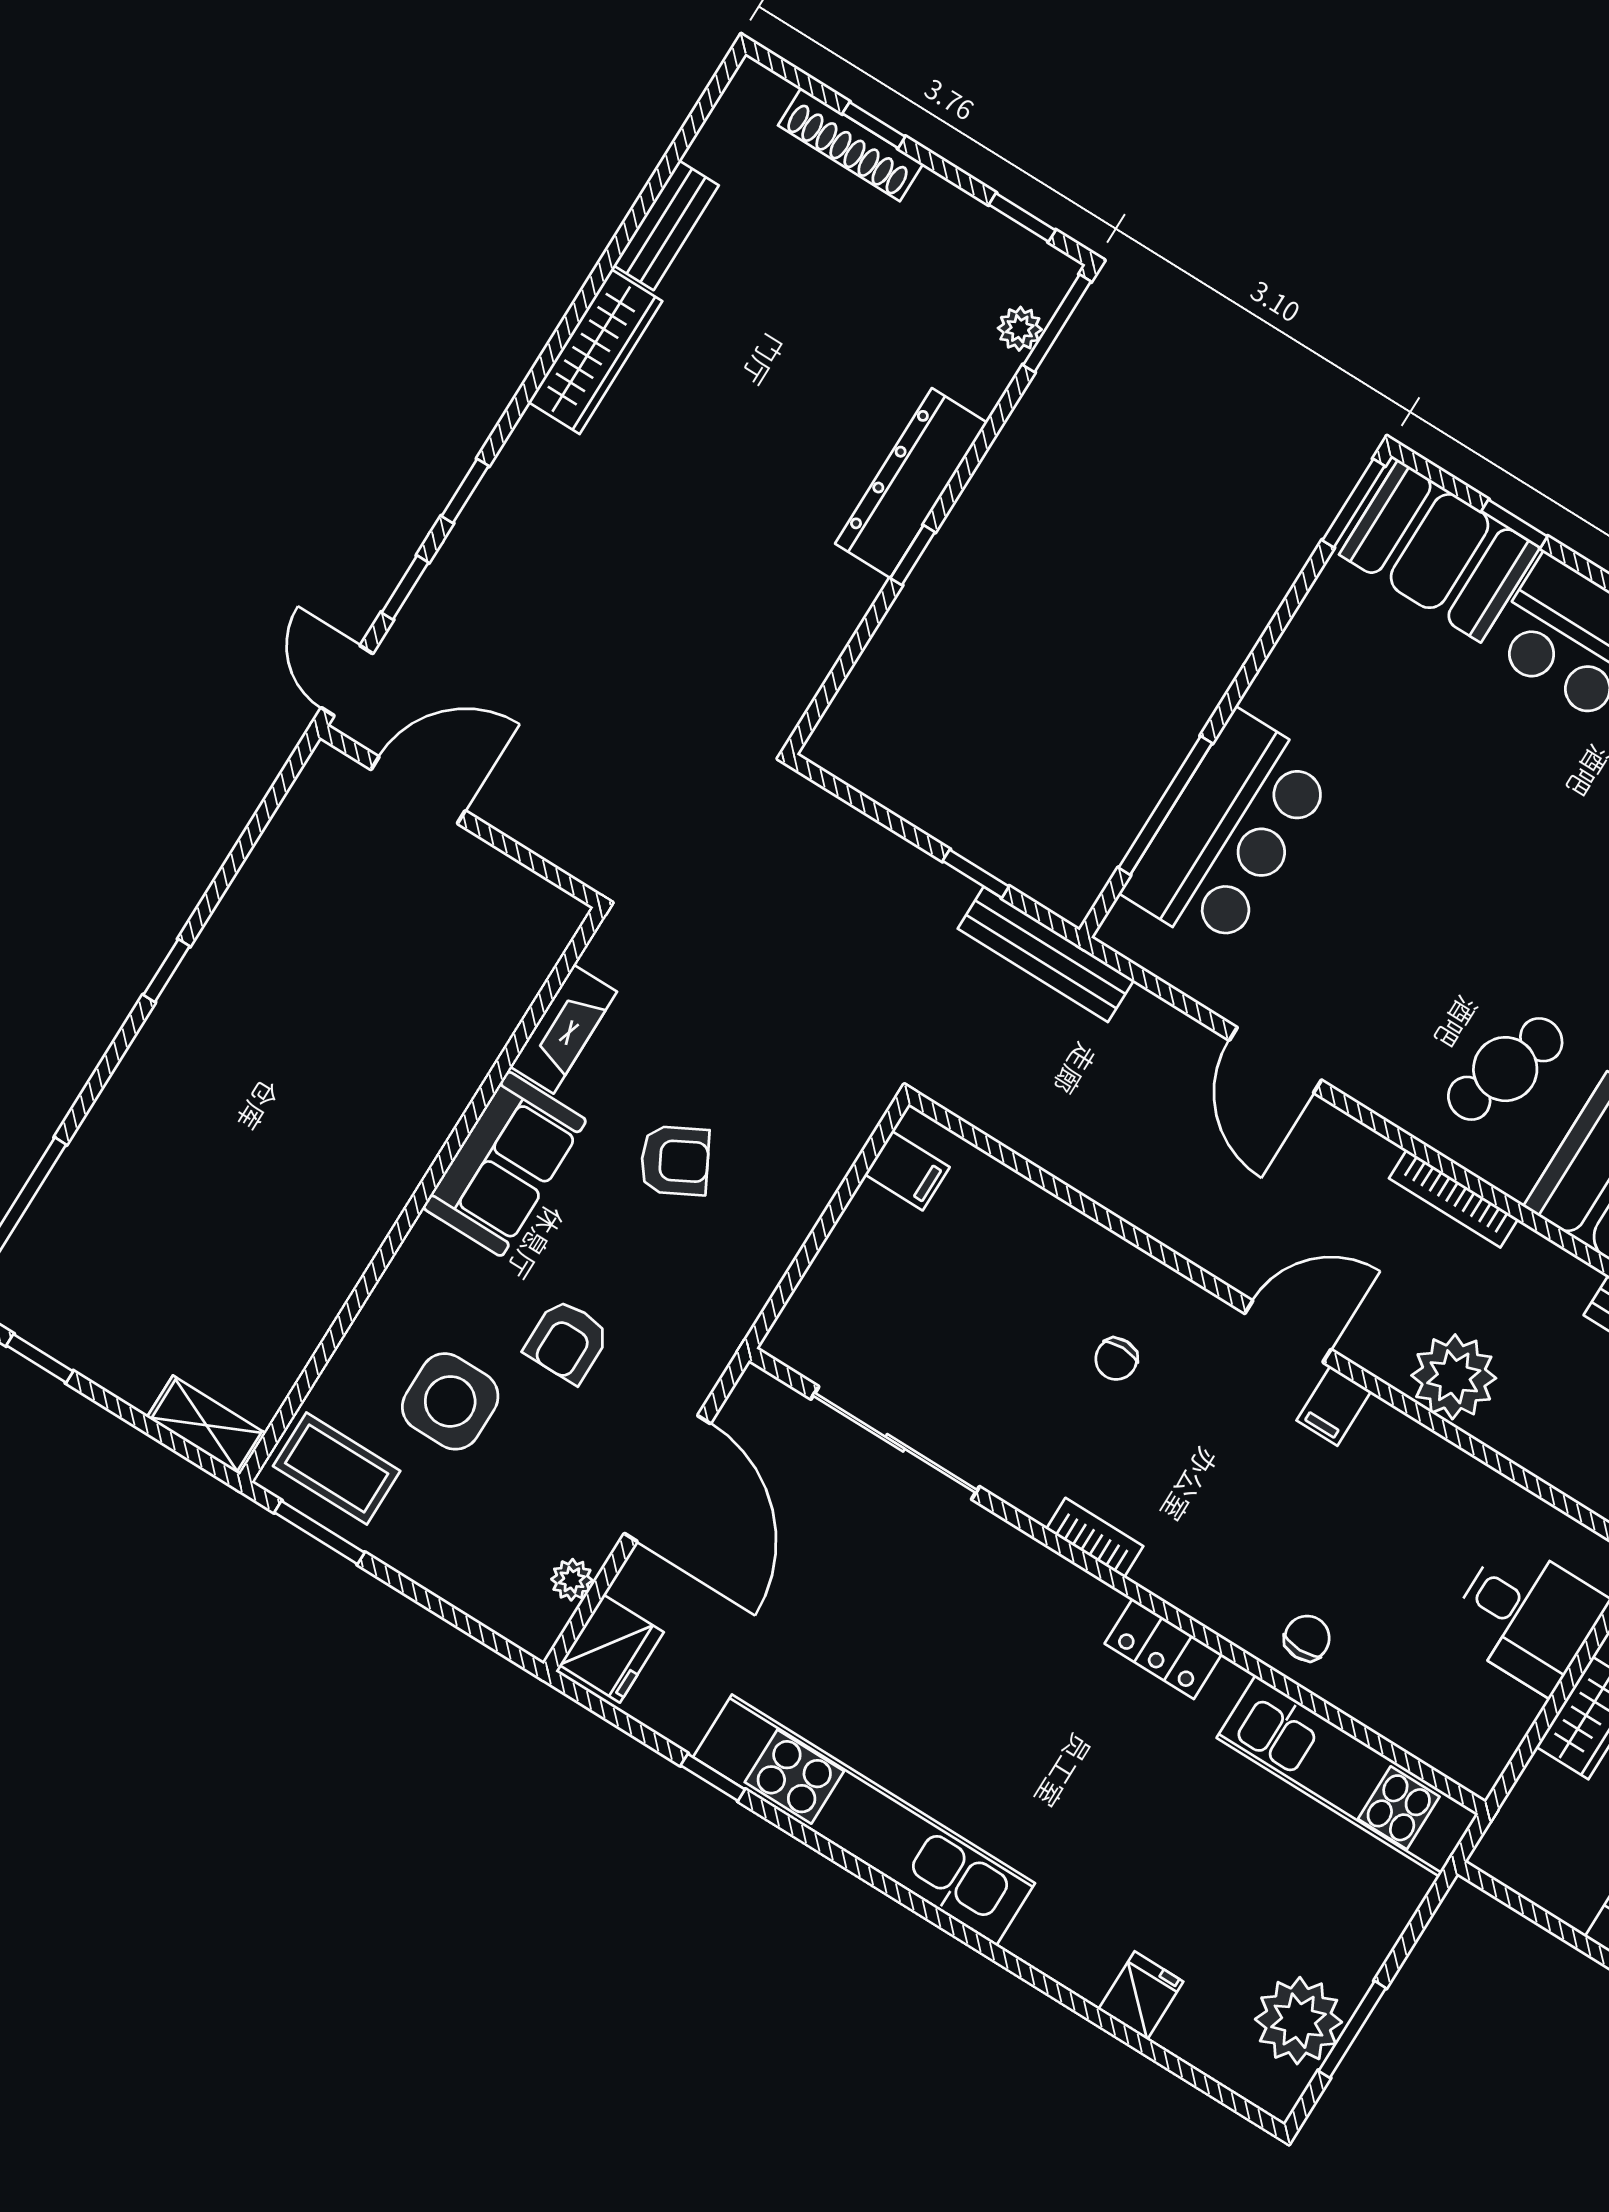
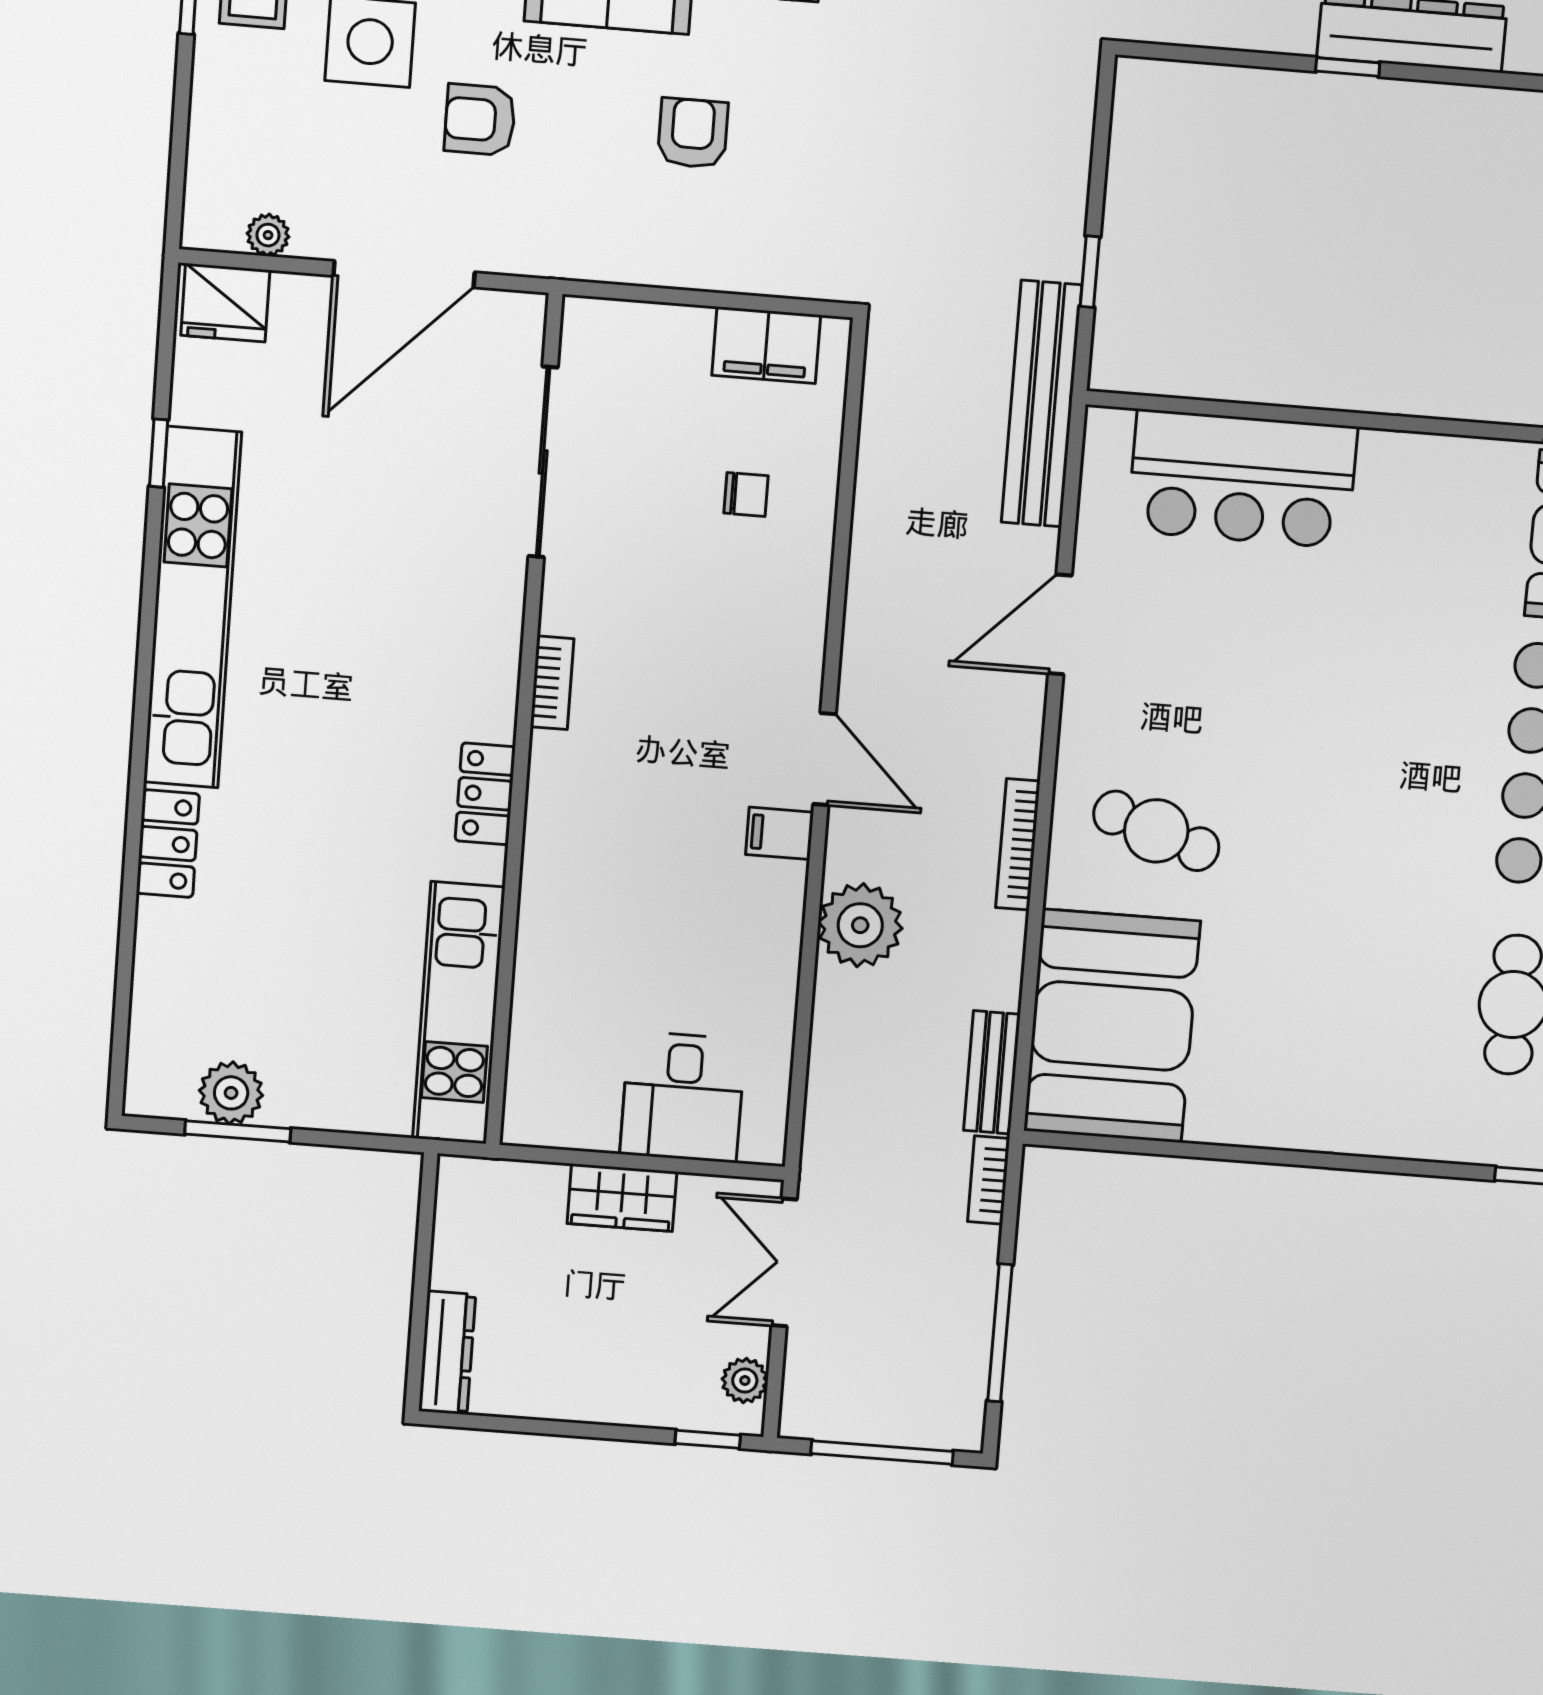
window: (1165, 805) -> (1237, 410), removed
bench: (1046, 954) -> (1042, 404), width x1.37, depth x1.21
armchair: (675, 1161) -> (693, 133), turned -152
filing cabinet: (907, 1171) -> (766, 345), width x2.00
chair: (1116, 1359) -> (746, 494), moved, turned 180
chair: (1307, 1638) -> (562, 915), removed
locker: (1062, 1954) -> (168, 844), added
fridge: (1141, 1995) -> (168, 932), removed
plant: (1299, 2021) -> (231, 1093), width x0.73, depth x0.73

